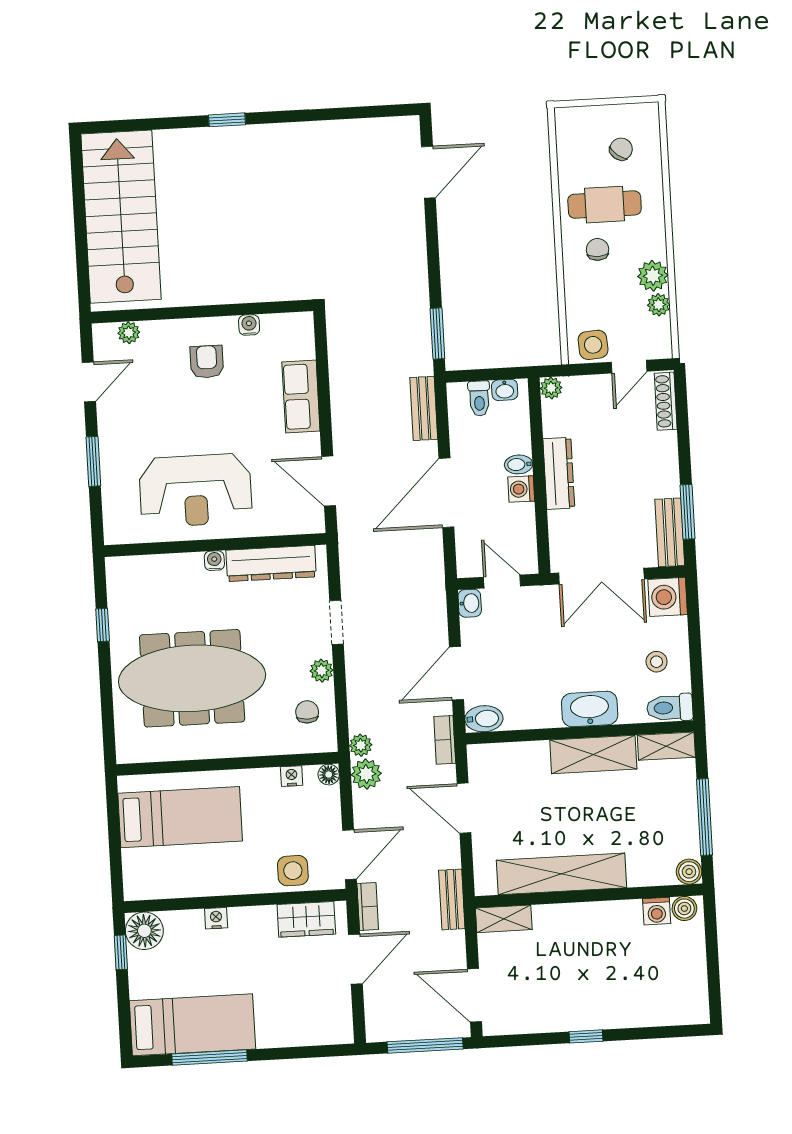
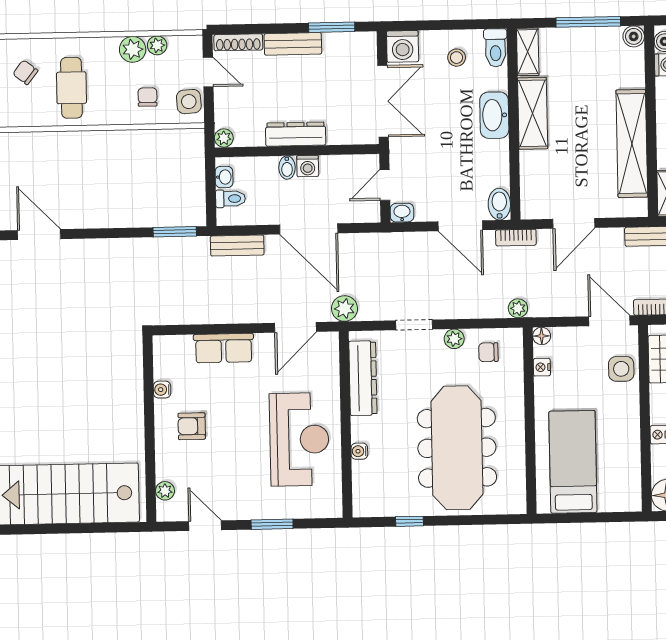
chair: (598, 249) -> (148, 97), moved, turned 90
bench: (670, 532) -> (293, 44), moved
water cooler: (214, 561) -> (359, 451), moved
plant: (366, 774) -> (344, 309), moved

